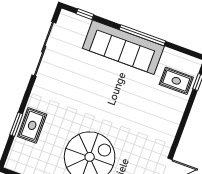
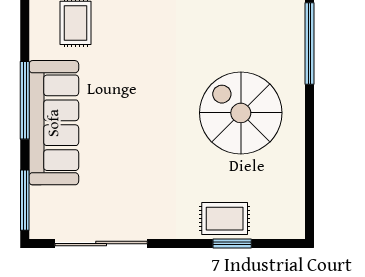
window: (85, 14) -> (25, 200), width x2.17

